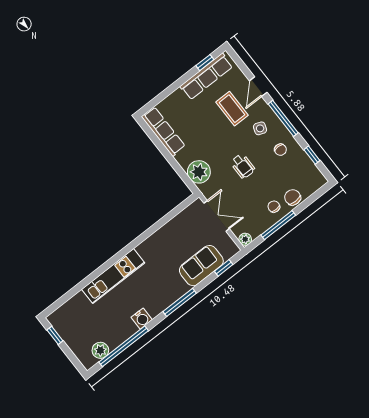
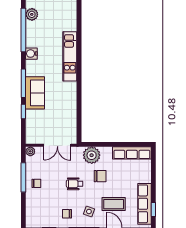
chair: (293, 197) -> (100, 176), moved
sofa: (201, 266) -> (35, 93), moved
window: (224, 268) -> (23, 112), moved

